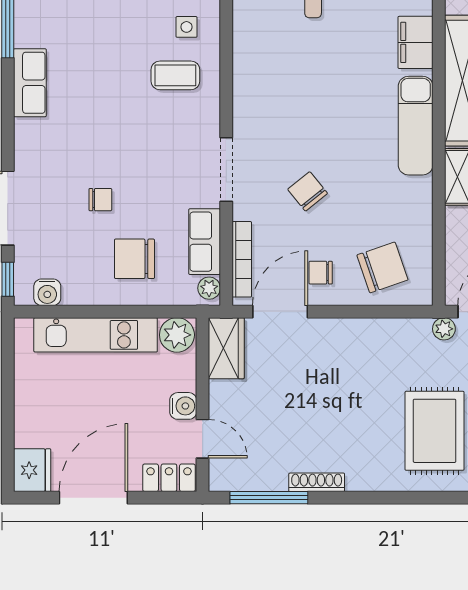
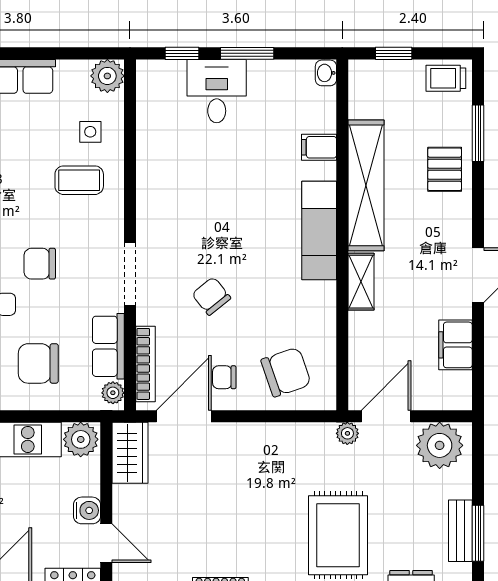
filing cabinet: (415, 42) -> (319, 147), width x0.50
chair: (136, 159) -> (40, 264), added

